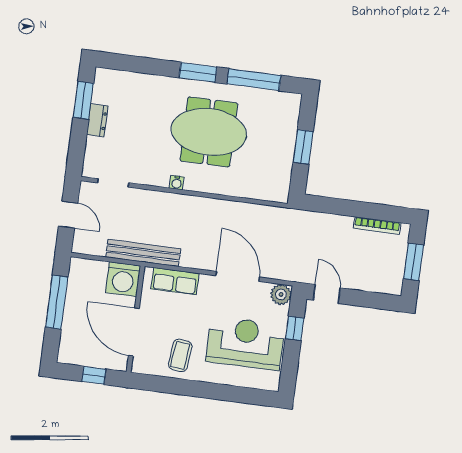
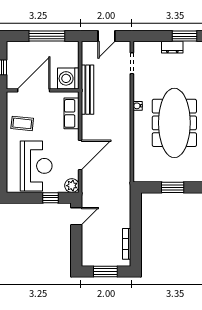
meeting table: (209, 132) -> (174, 123), width x1.36

